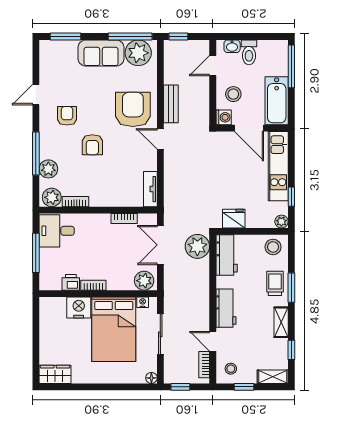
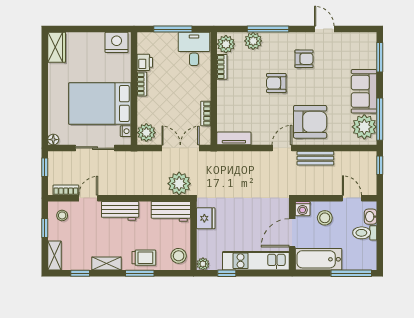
nightstand: (79, 307) -> (117, 42), moved, turned -90

